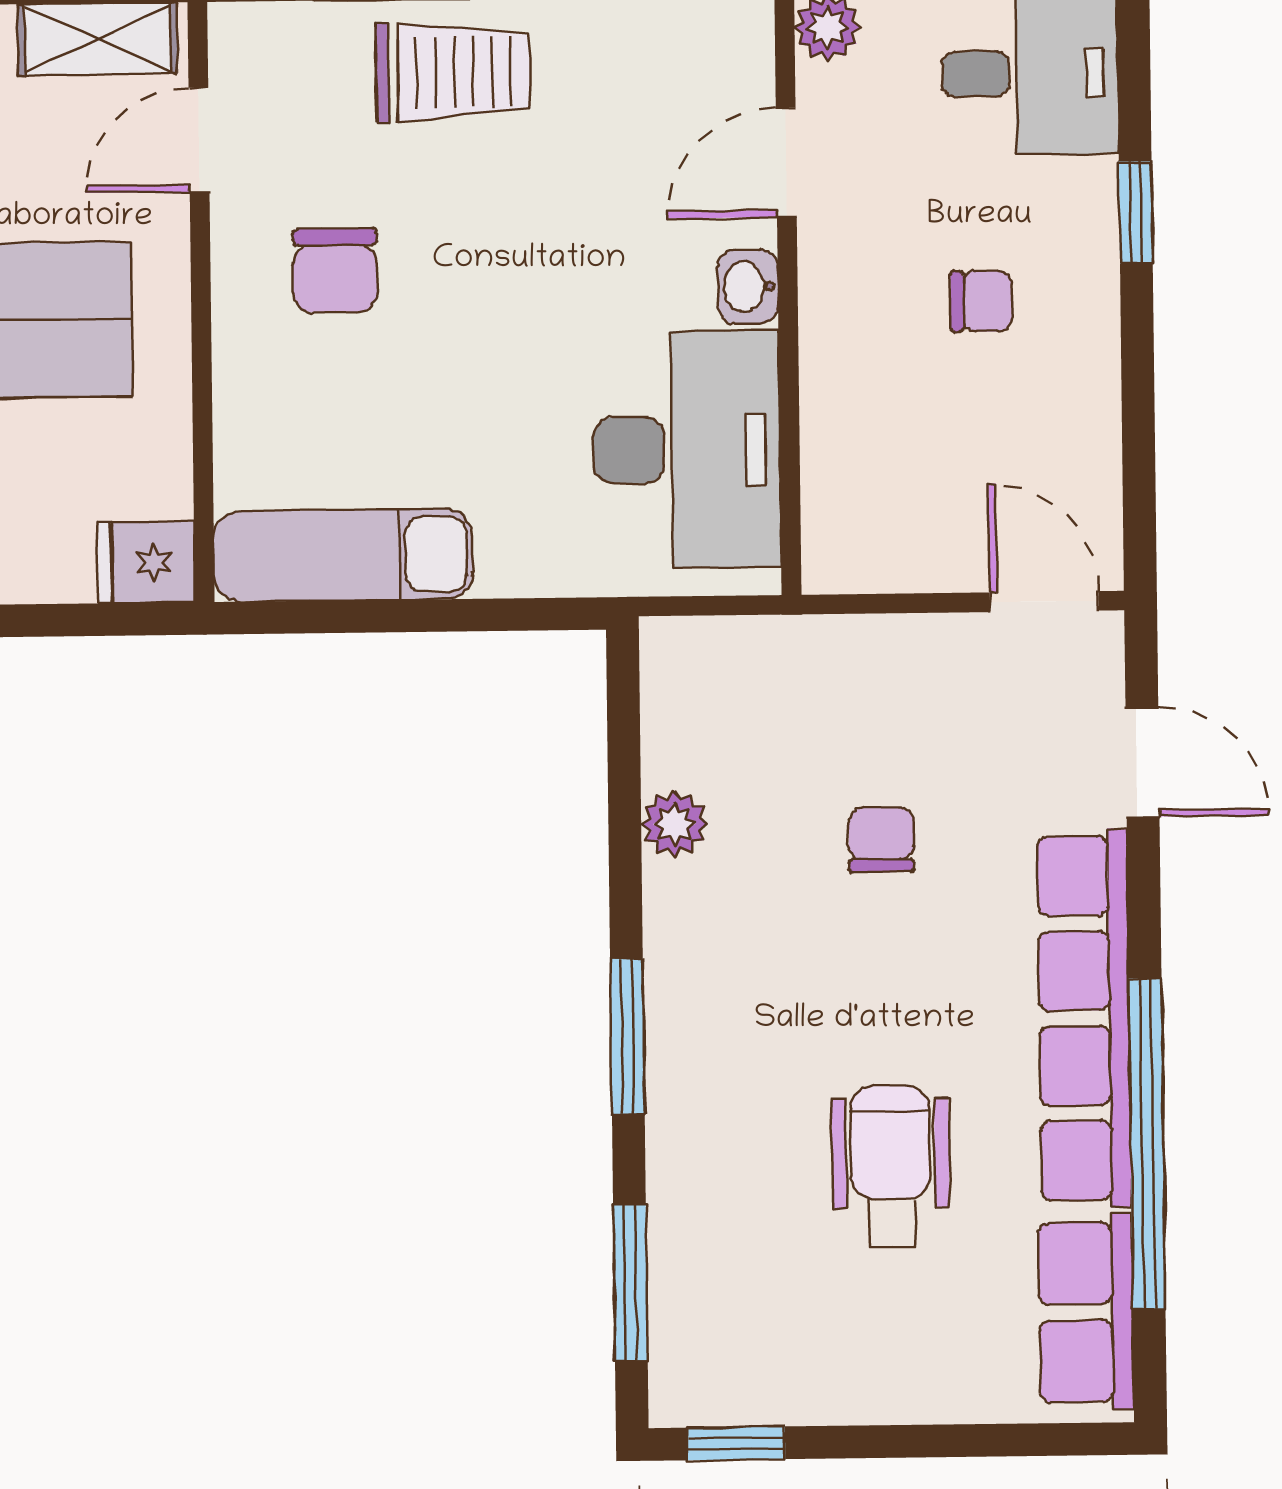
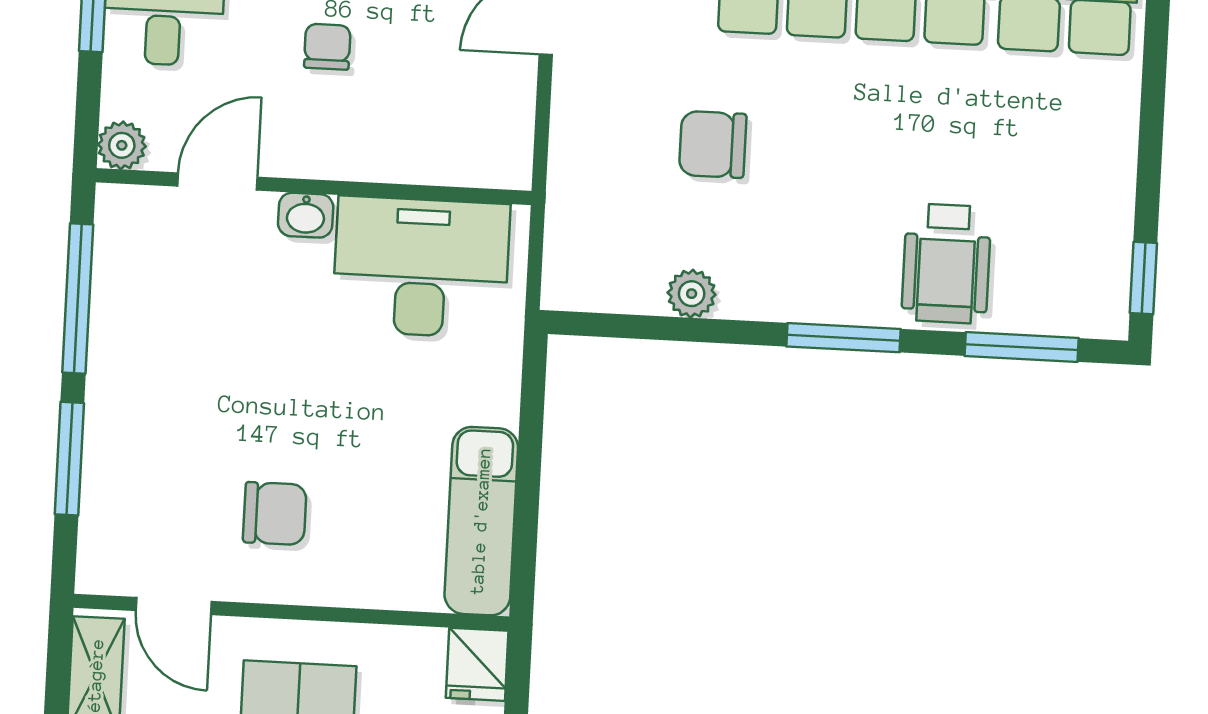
trolley: (453, 72) -> (136, 419), removed
door: (786, 162) -> (217, 182), swing flipped
chair: (881, 840) -> (713, 144), width x1.37, depth x1.37
wheelchair: (891, 1167) -> (946, 264), moved, turned -90

